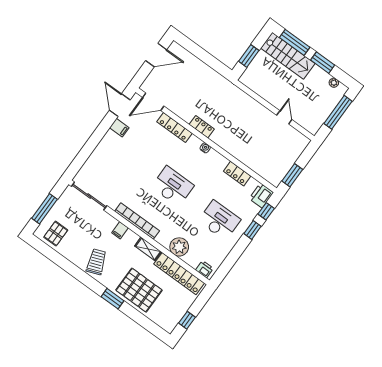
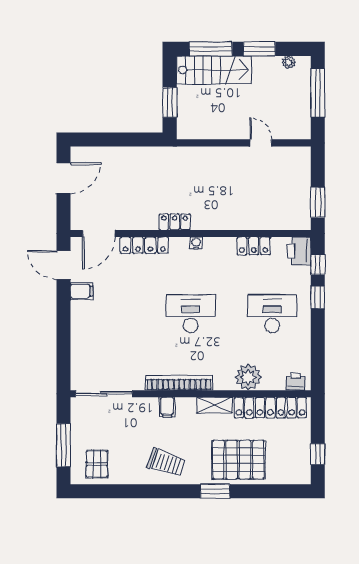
trolley: (96, 262) -> (166, 463), turned 129

